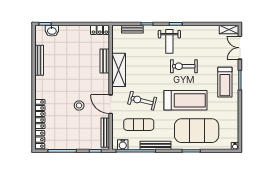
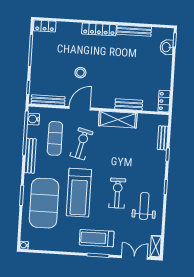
weight bench: (169, 41) -> (144, 206), moved, turned 90
locker: (40, 114) -> (99, 29), moved

